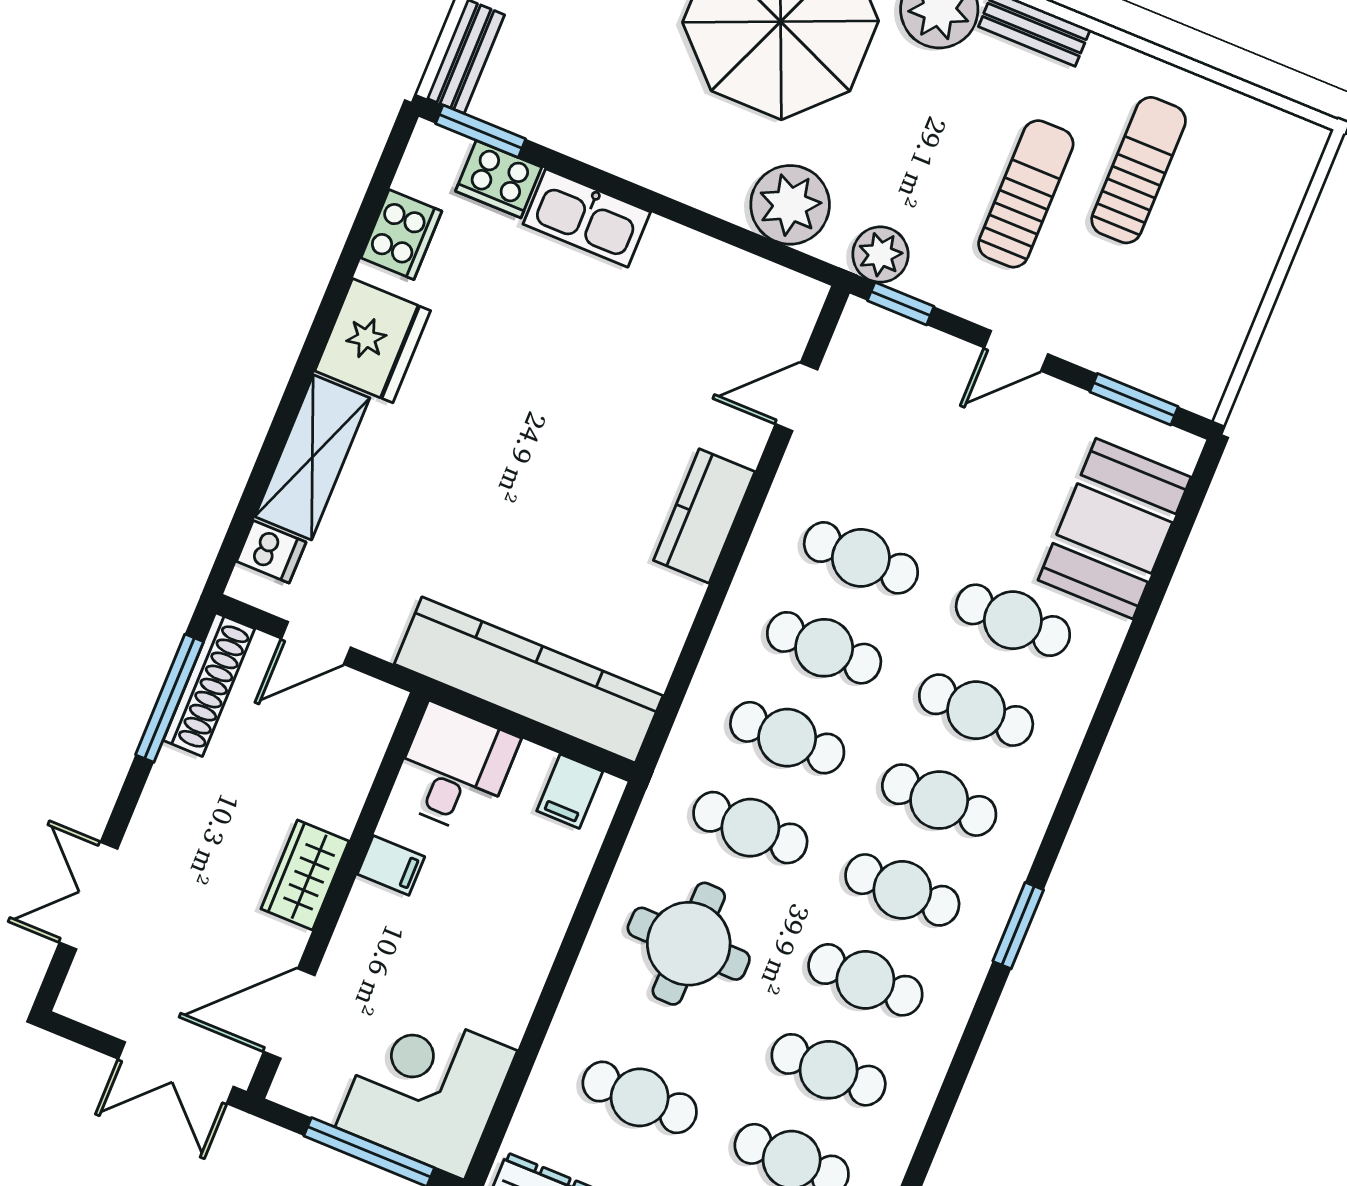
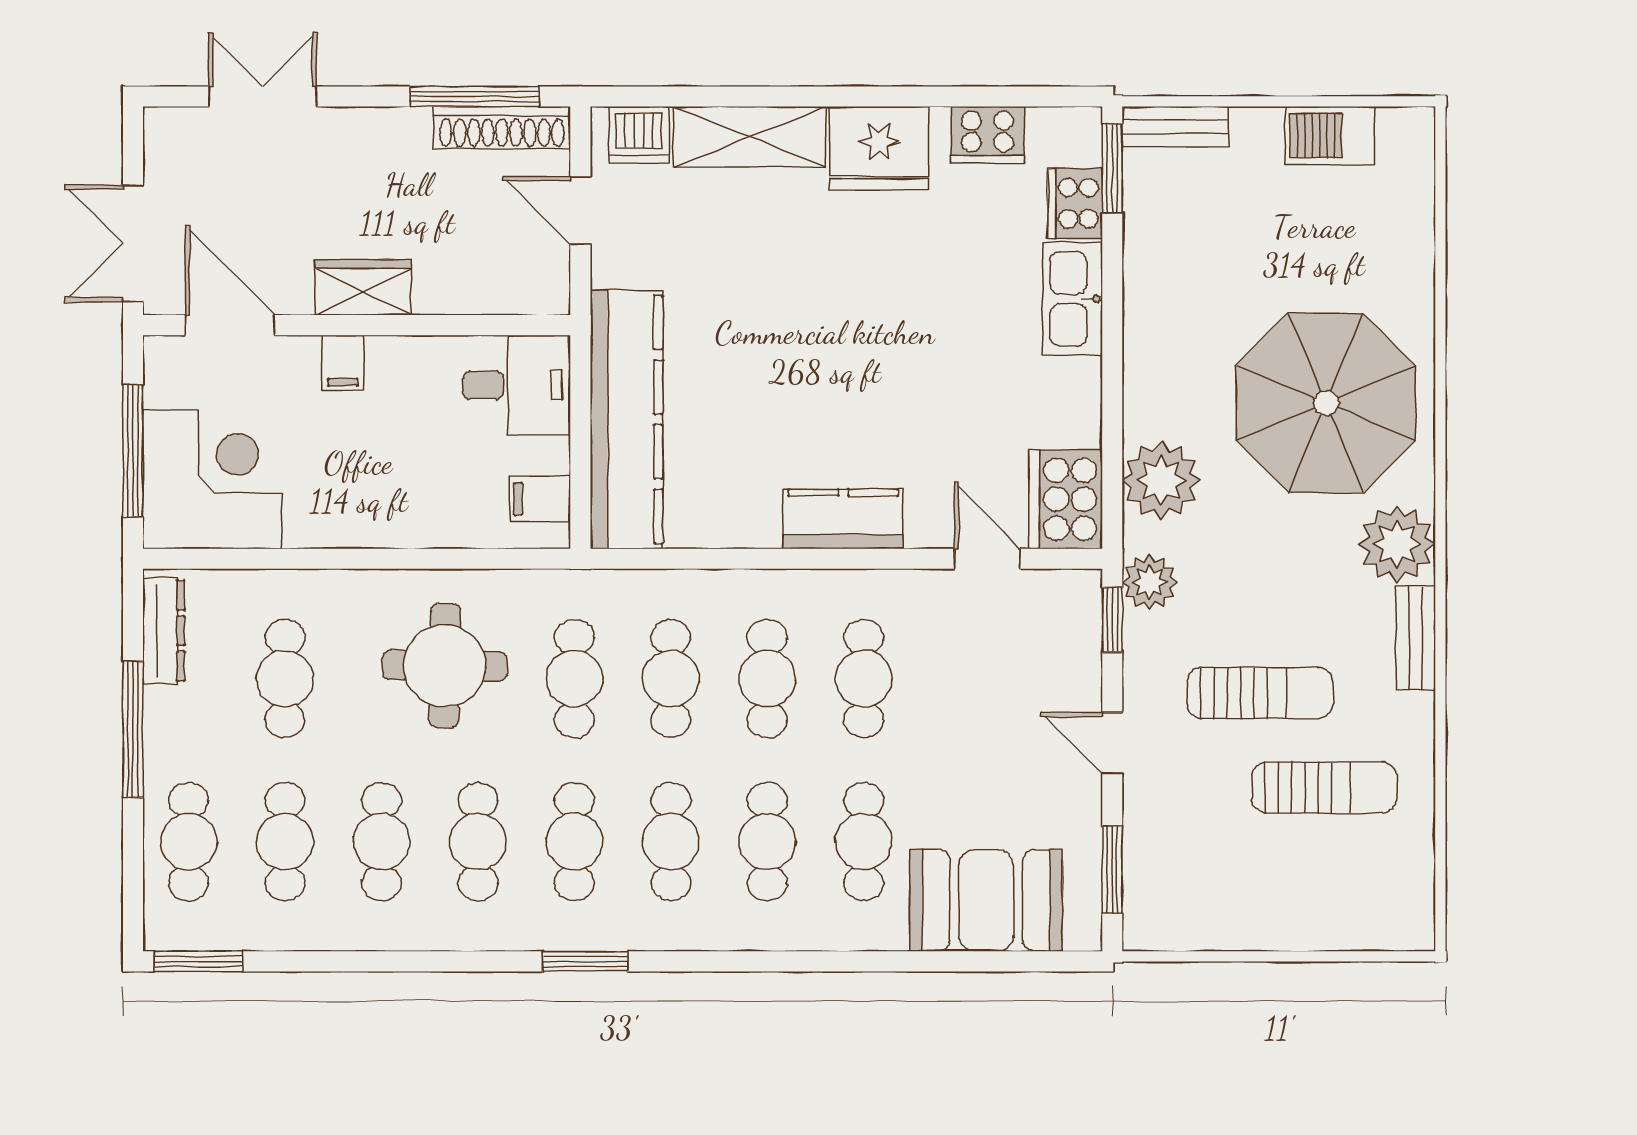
cooker: (771, 301) -> (1066, 499), added
dishwasher: (271, 552) -> (639, 135), width x1.38
filing cabinet: (391, 865) -> (343, 363), moved

